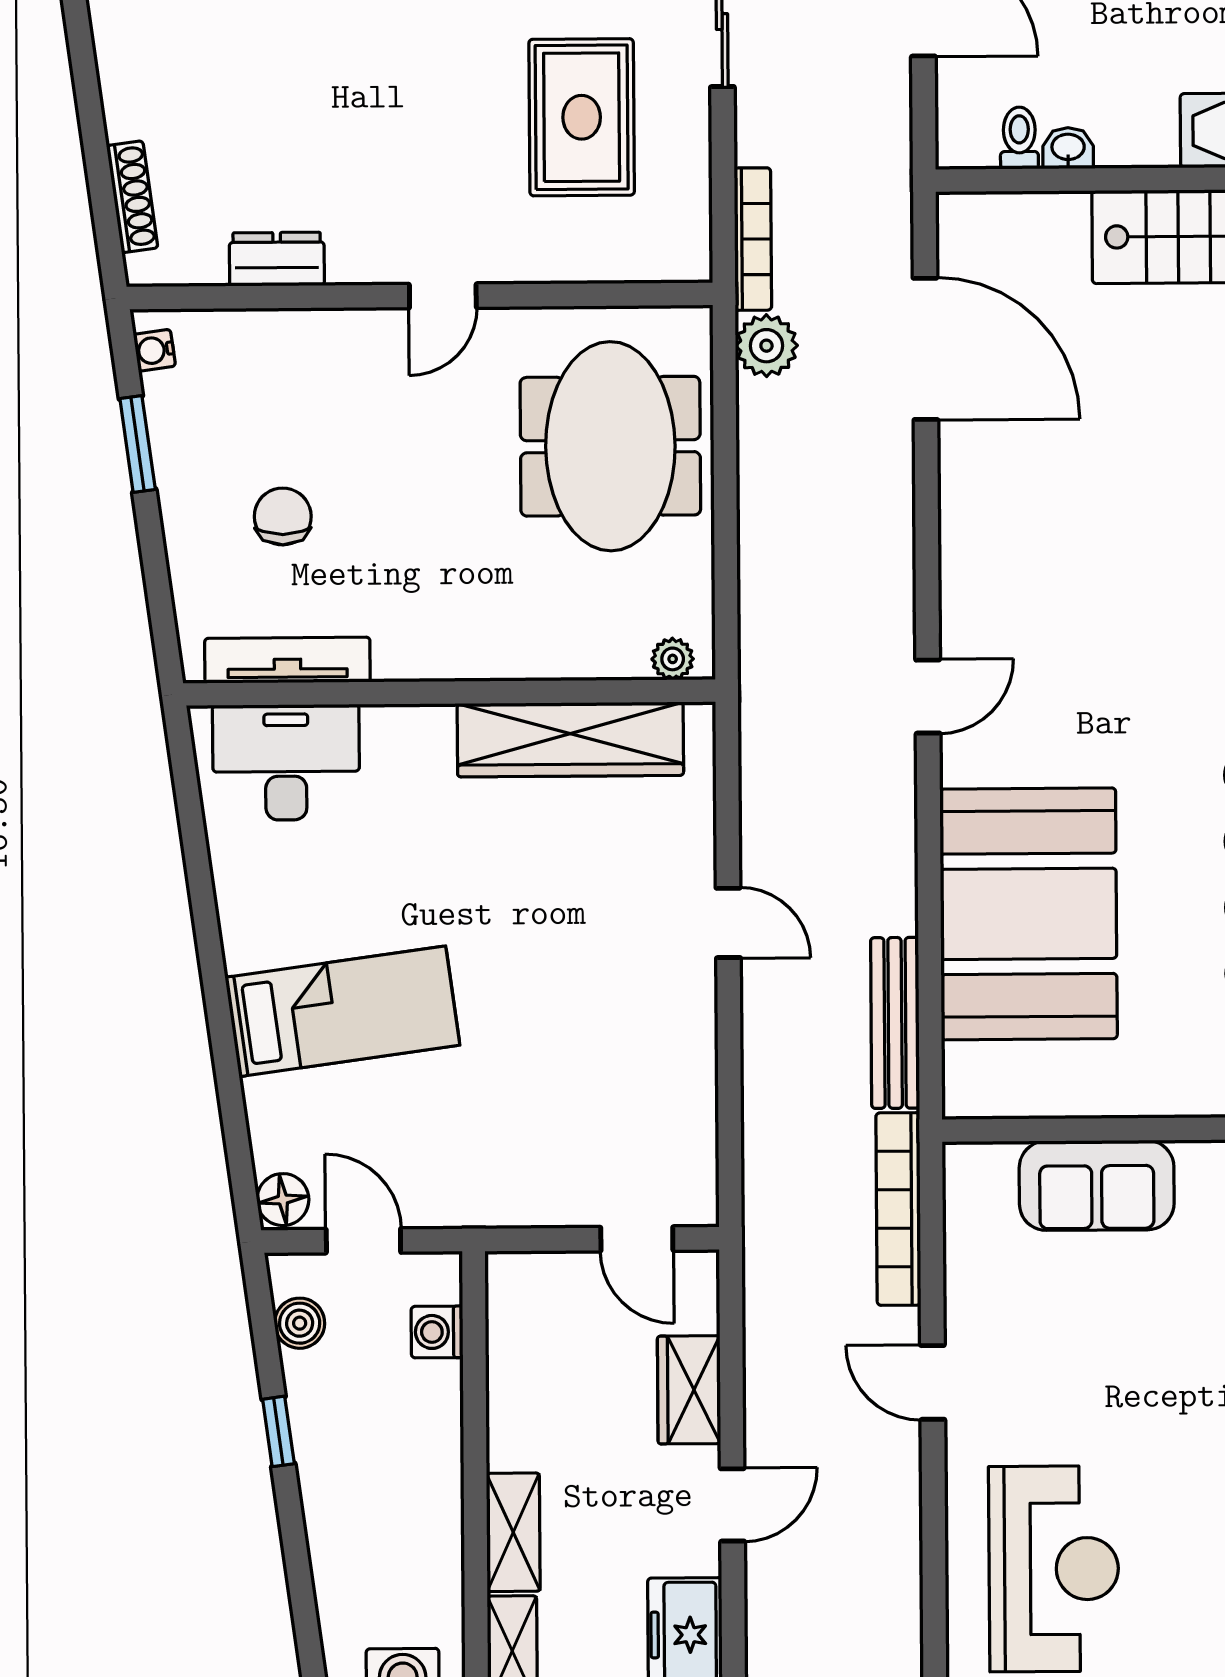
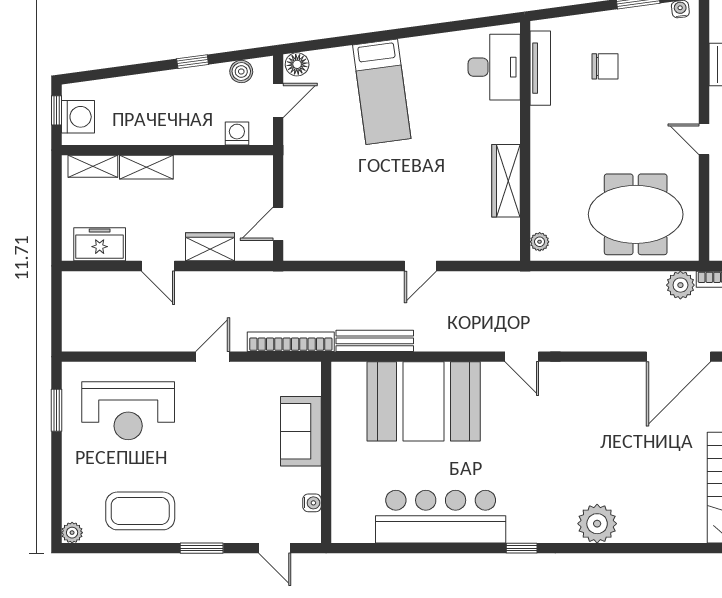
wardrobe: (570, 739) -> (506, 181), width x0.71, depth x0.85

